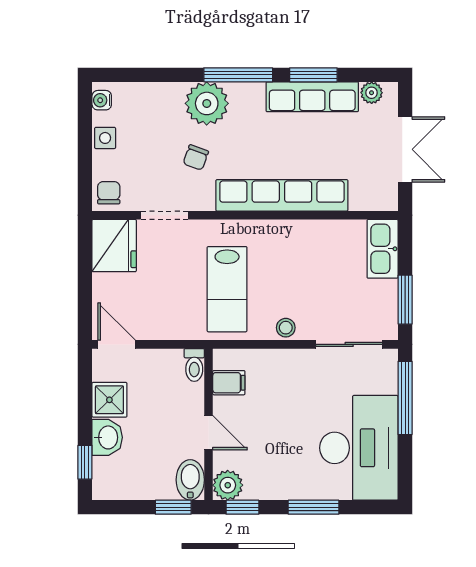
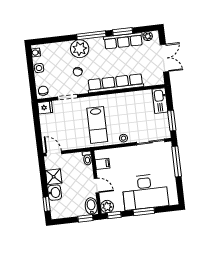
fridge: (114, 246) -> (45, 108), width x0.53, depth x0.75
desk: (359, 448) -> (145, 192), moved, turned 90

